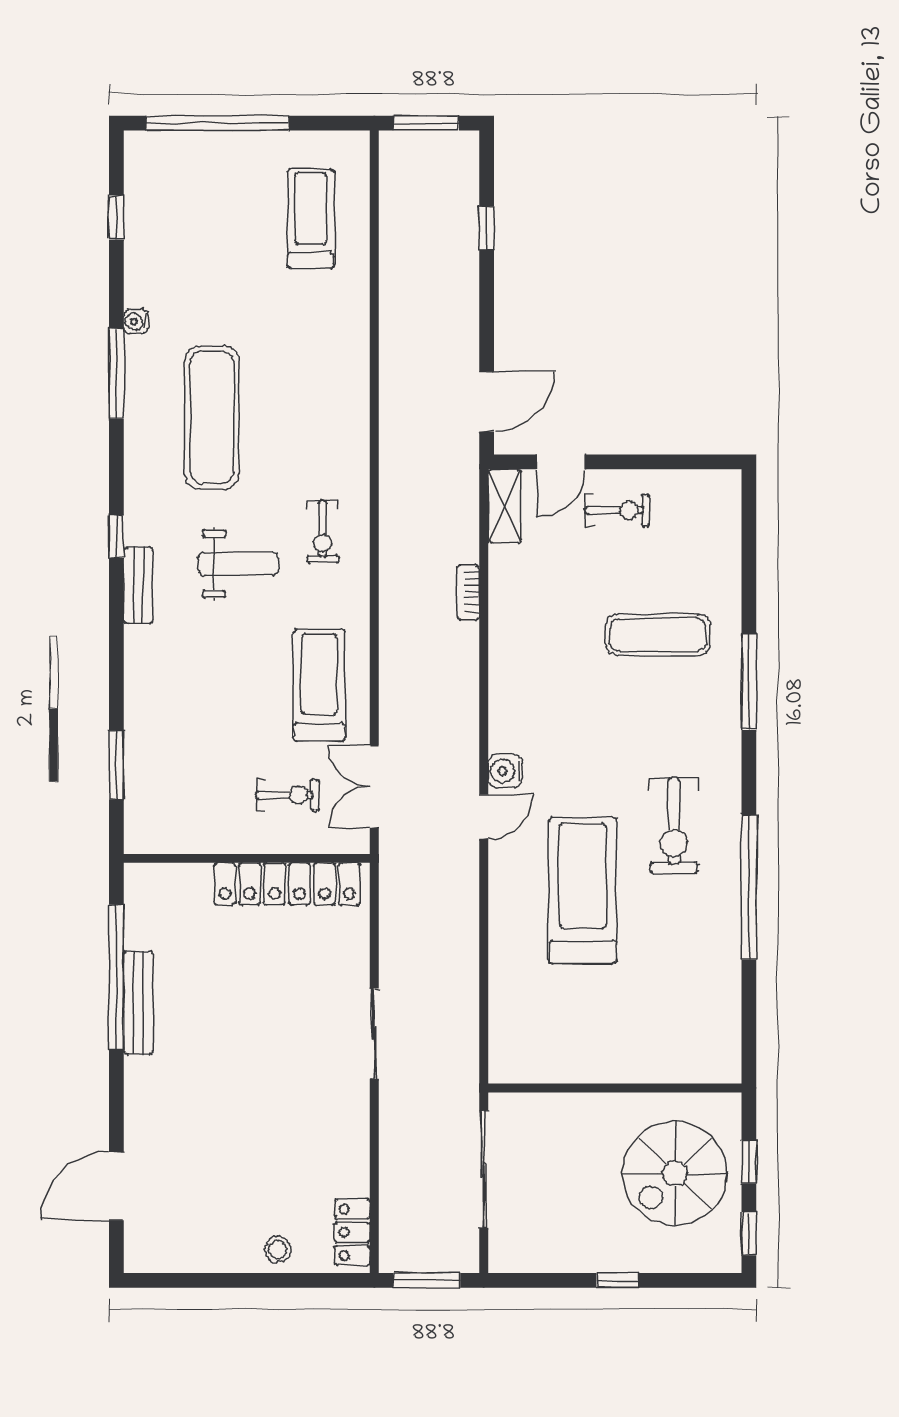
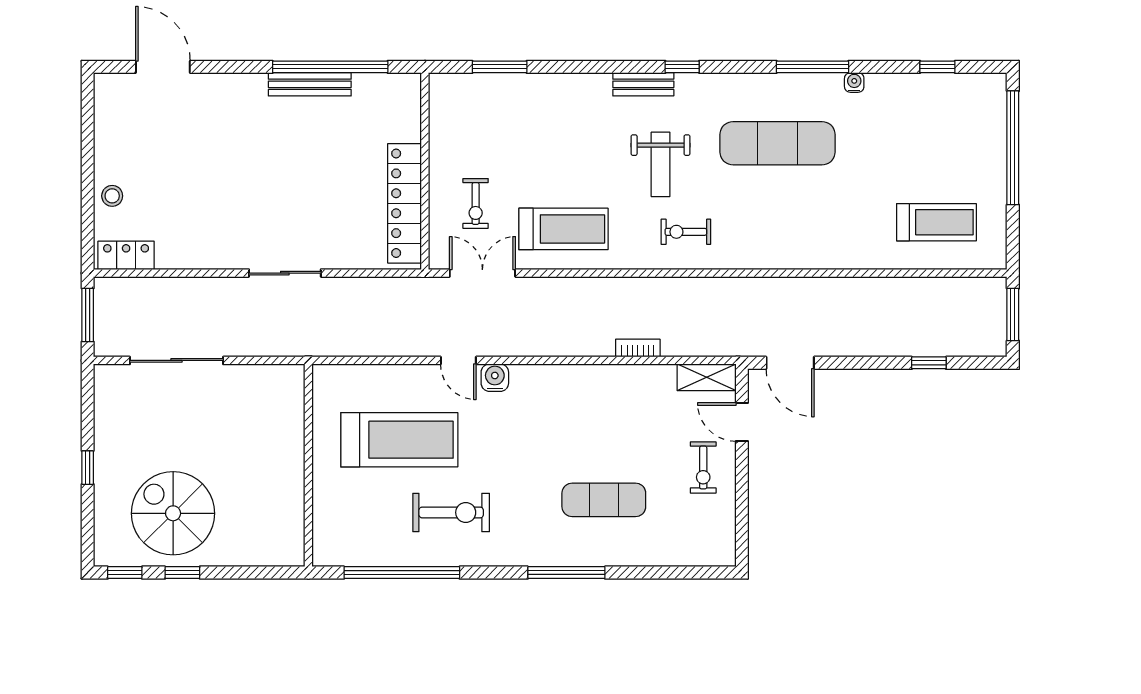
exercise mat: (658, 635) -> (604, 500), turned 90
exercise bike: (674, 826) -> (451, 512), turned 180
wall: (615, 1088) -> (308, 465), moved

